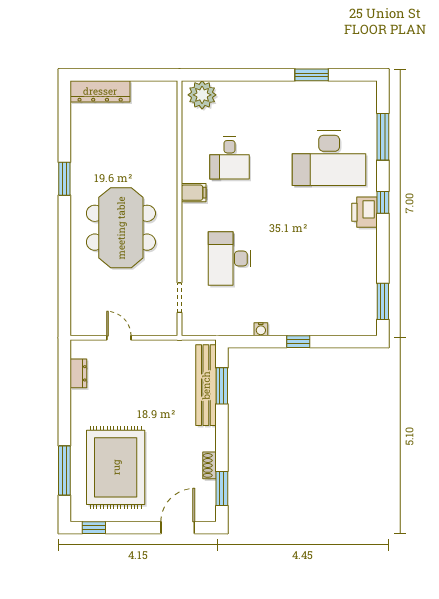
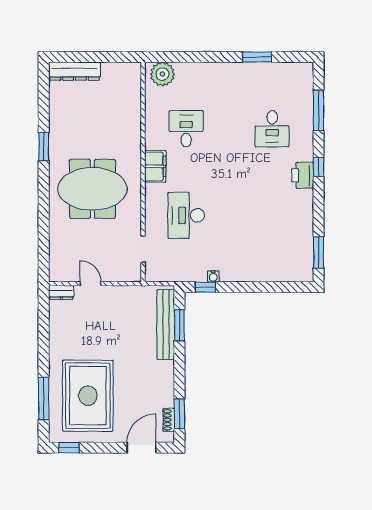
desk: (229, 158) -> (186, 129), turned 180
desk: (329, 158) -> (272, 129), width x0.53, depth x0.77
filing cabinet: (194, 193) -> (155, 166), width x2.00
meeting table: (121, 228) -> (92, 189), turned 90
window: (298, 342) -> (205, 287), moved
dresser: (78, 373) -> (61, 292), moved, turned 90
shoe rack: (209, 465) -> (169, 420), moved

